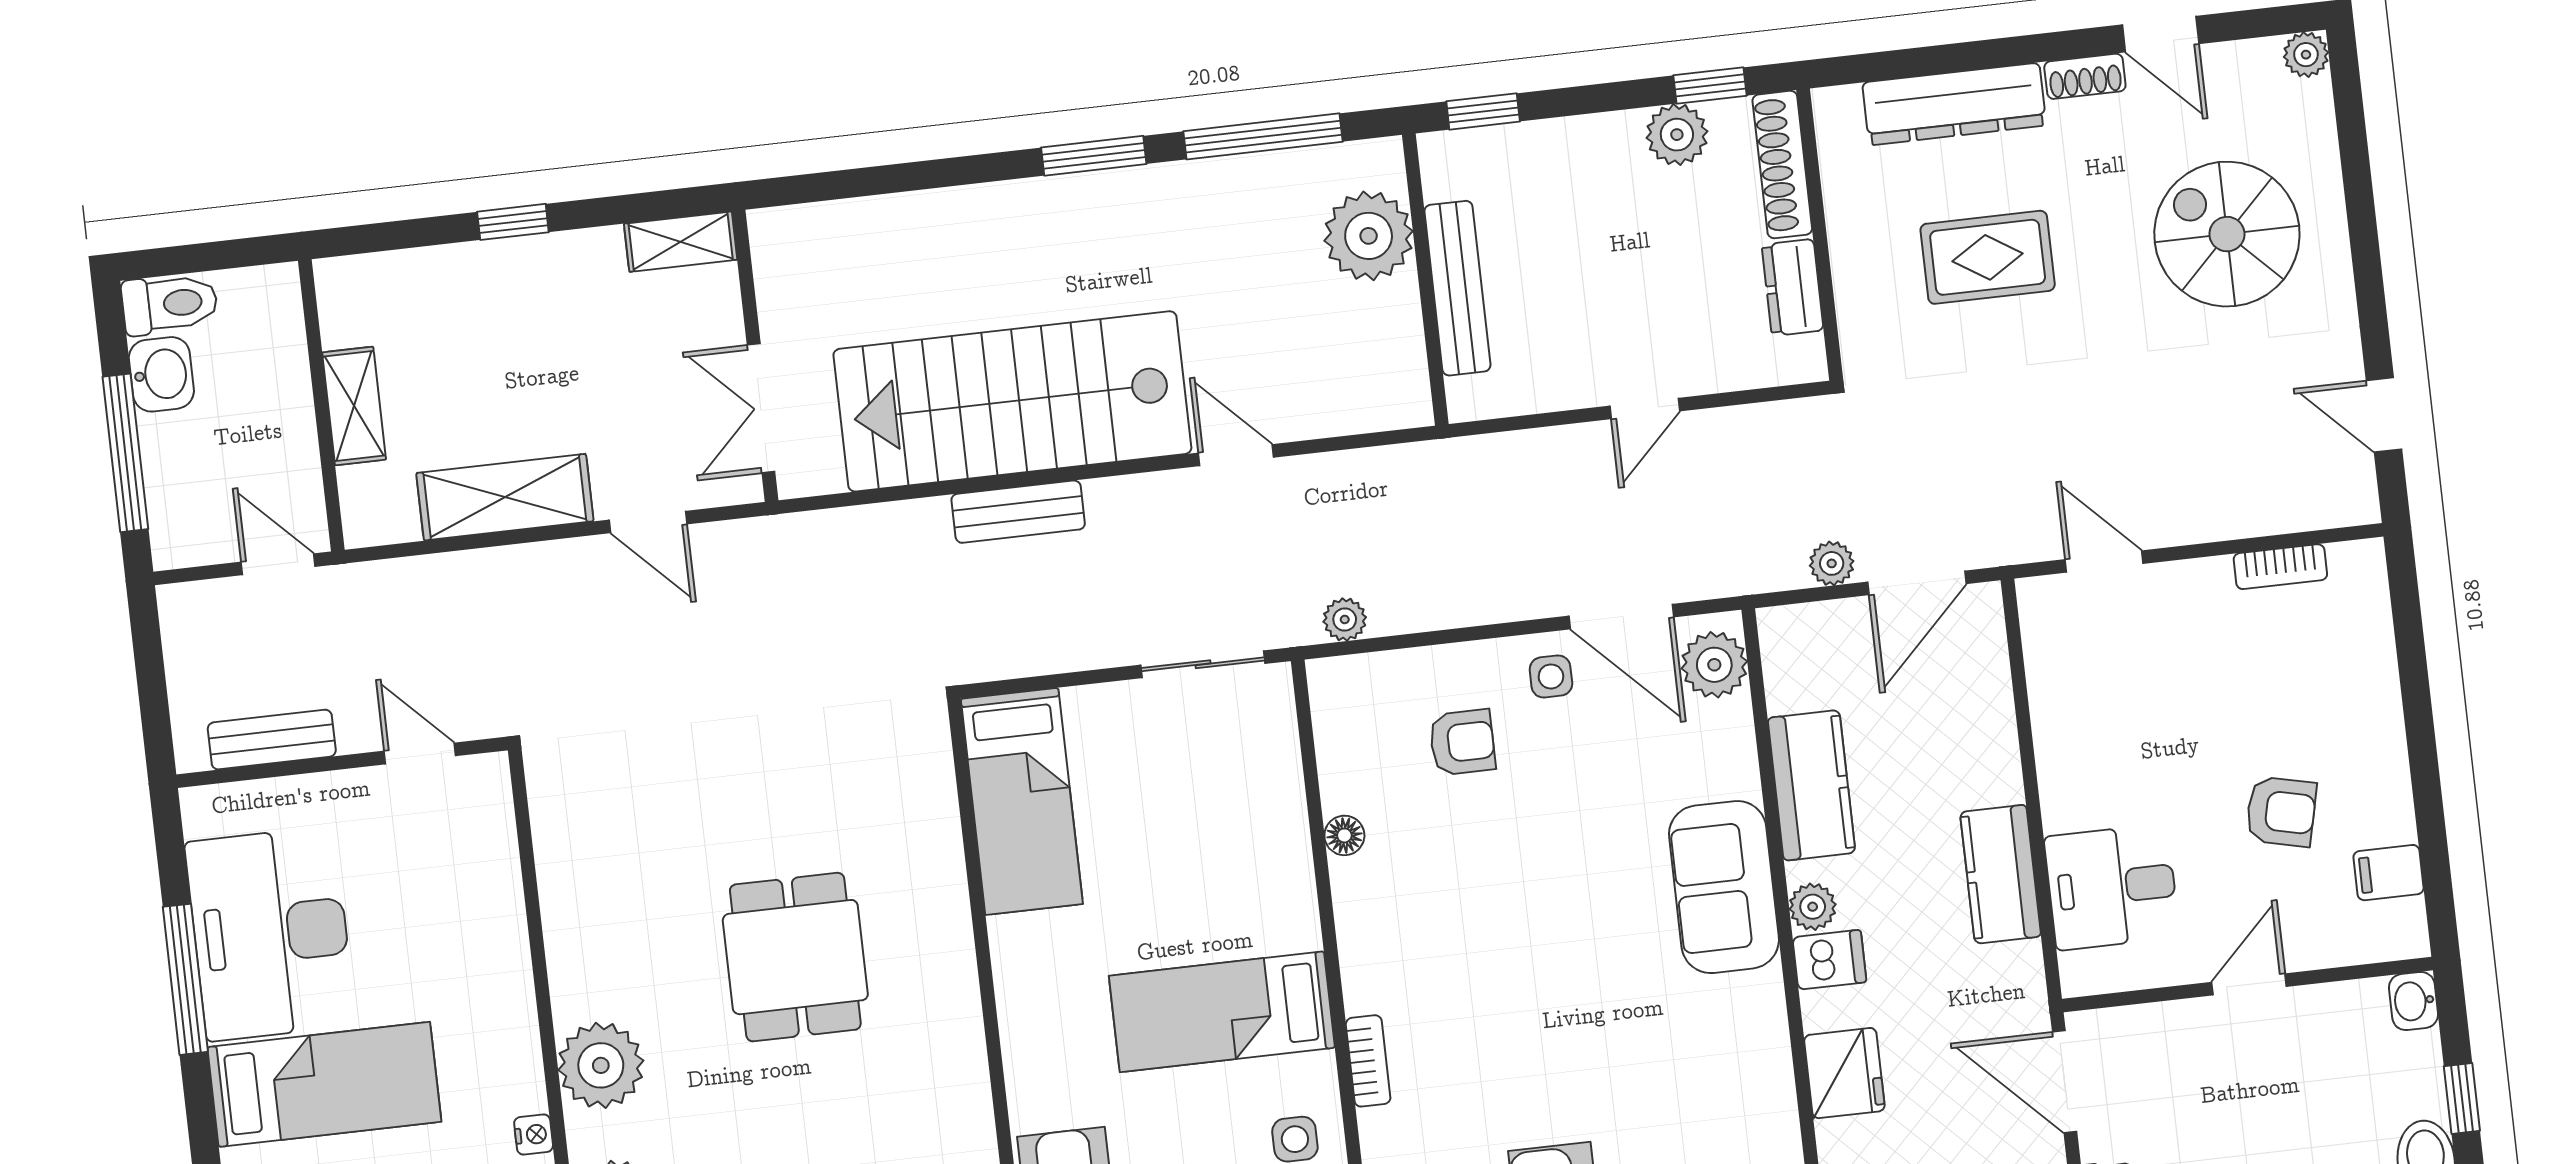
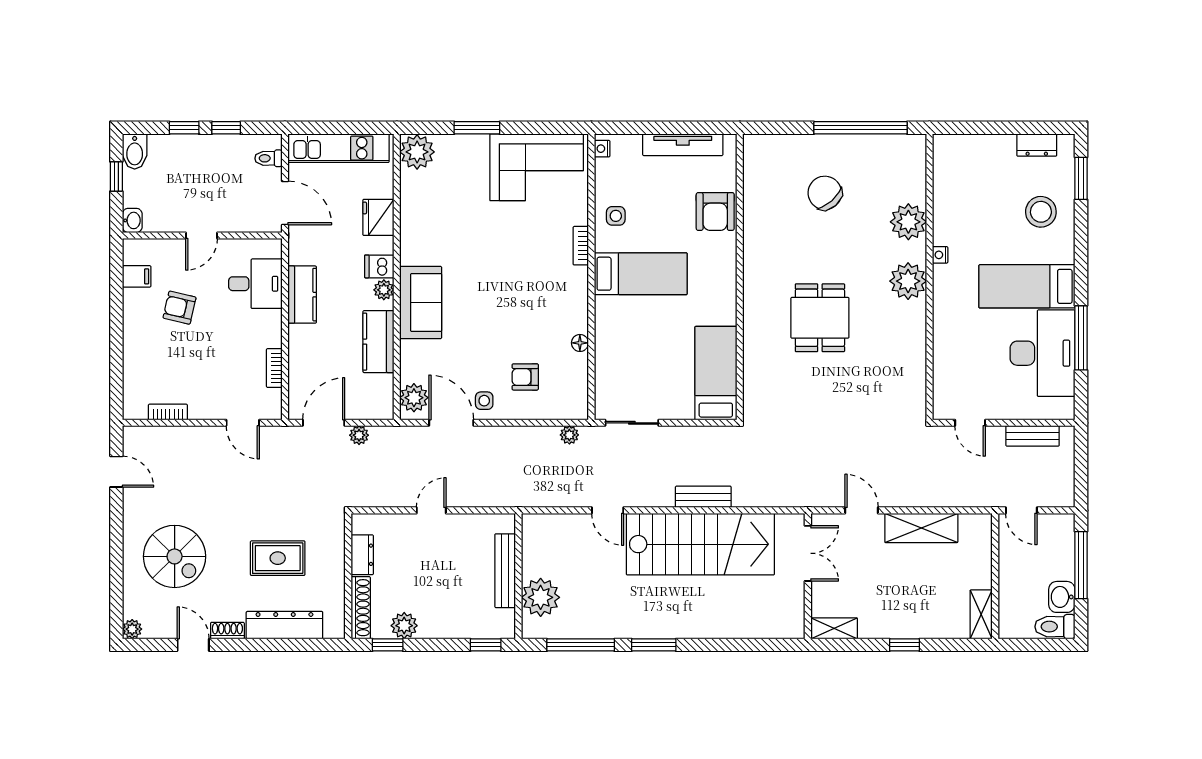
shelving: (354, 406) -> (981, 614), moved
bookcase: (2046, 697) -> (274, 368), added

